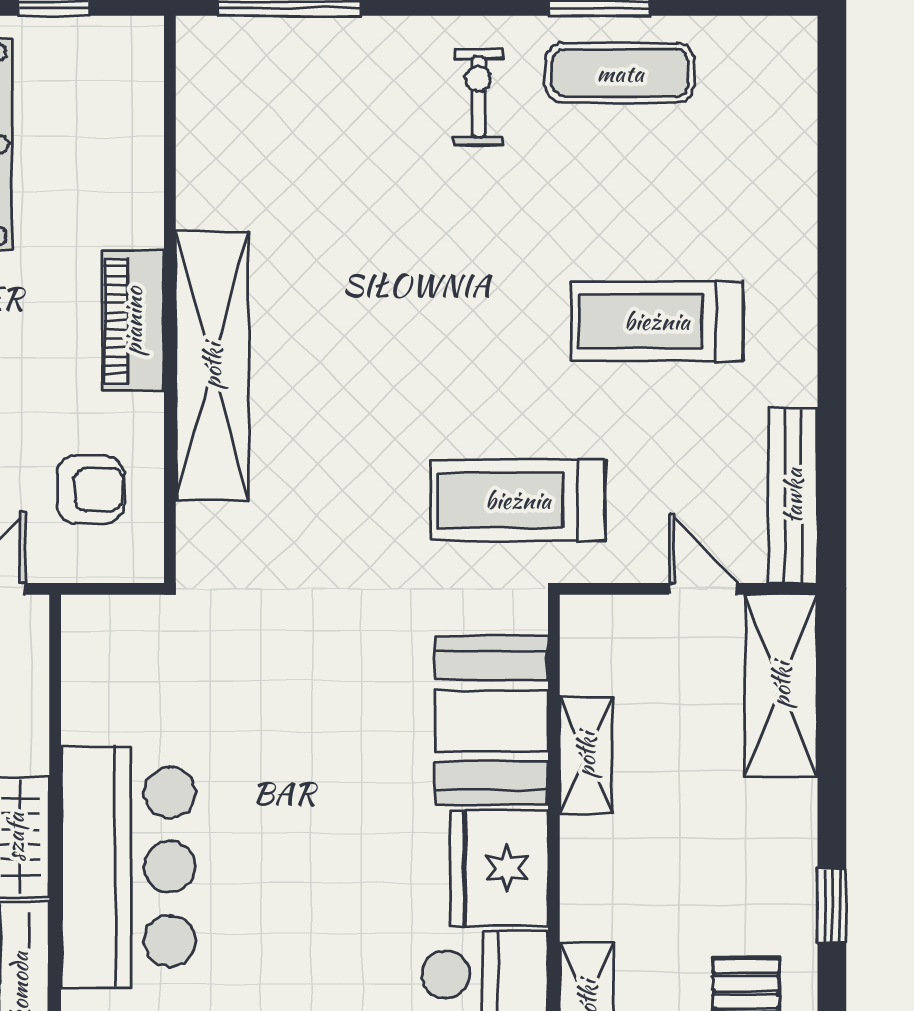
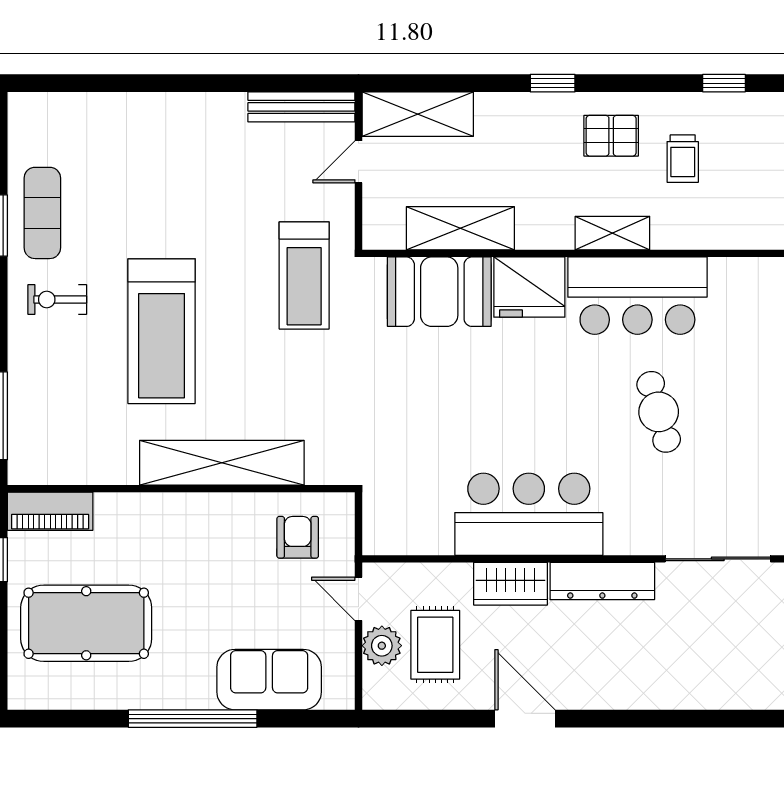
piano: (133, 321) -> (50, 511), moved
treadmill: (657, 321) -> (162, 331), moved, width x1.37, depth x1.38
shelving: (586, 755) -> (460, 228), width x1.50, depth x1.33

